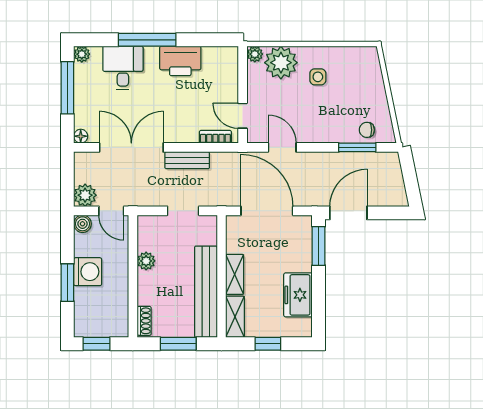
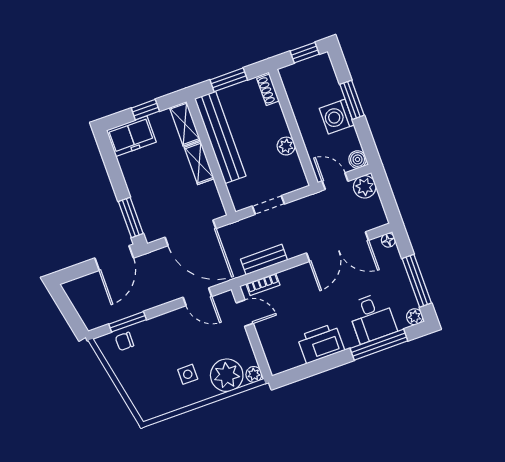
window: (147, 40) -> (379, 345), moved
chair: (367, 130) -> (125, 341), turned 180
bench: (187, 160) -> (264, 260), moved
freezer: (298, 295) -> (131, 136), moved, turned 90

